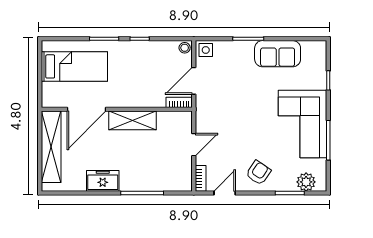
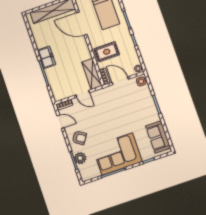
sofa: (278, 54) -> (158, 137), moved
rug: (143, 86) -> (107, 52), added
shelving: (132, 120) -> (92, 74), moved
freezer: (103, 181) -> (46, 57), moved
plant: (306, 182) -> (80, 158), moved

